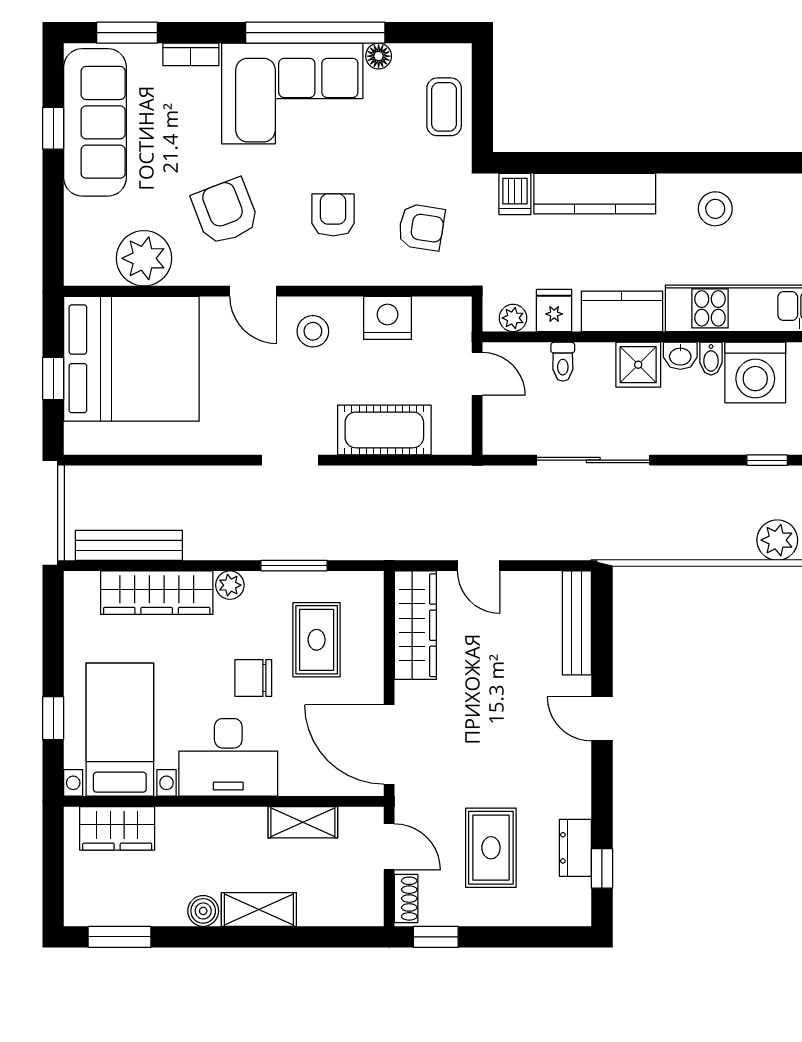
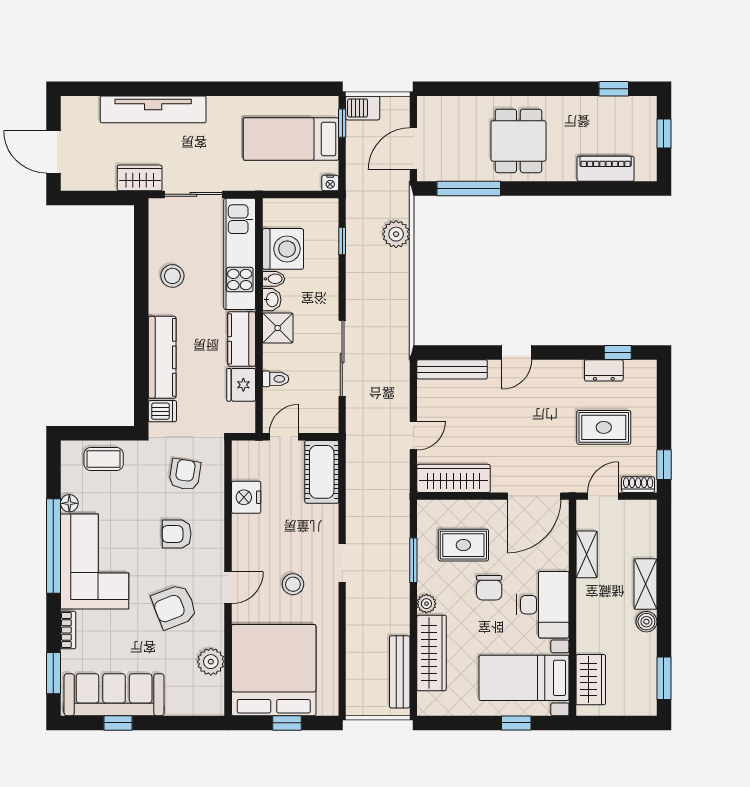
plant: (144, 258) -> (211, 662), width x0.73, depth x0.73
fridge: (554, 311) -> (241, 385), width x1.38
plant: (513, 318) -> (246, 412), removed
stool: (313, 331) -> (293, 584), moved
cot: (384, 430) -> (322, 472), moved

